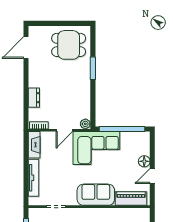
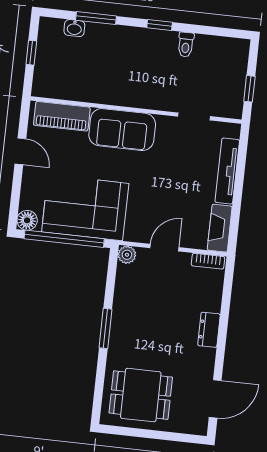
window: (93, 68) -> (105, 328), moved
dresser: (34, 98) -> (209, 330), moved
corner sofa: (96, 148) -> (85, 208), moved
floor lamp: (144, 161) -> (27, 220), moved
door: (152, 176) -> (20, 151), hinge flipped

